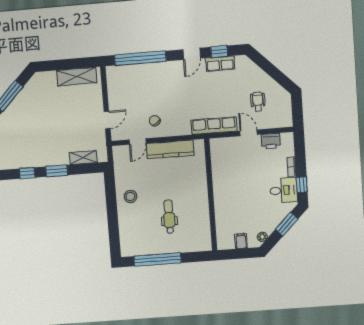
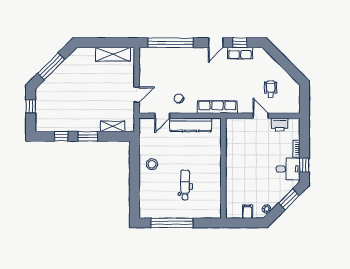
row of seats: (214, 126) -> (217, 107), moved

